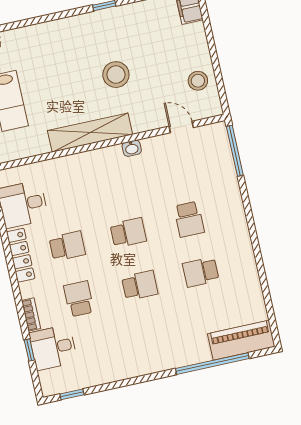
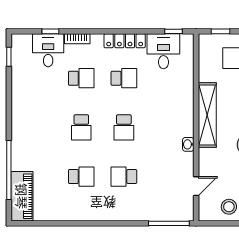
school desk: (67, 246) -> (124, 78), turned -90
school desk: (201, 272) -> (81, 177), turned 90

